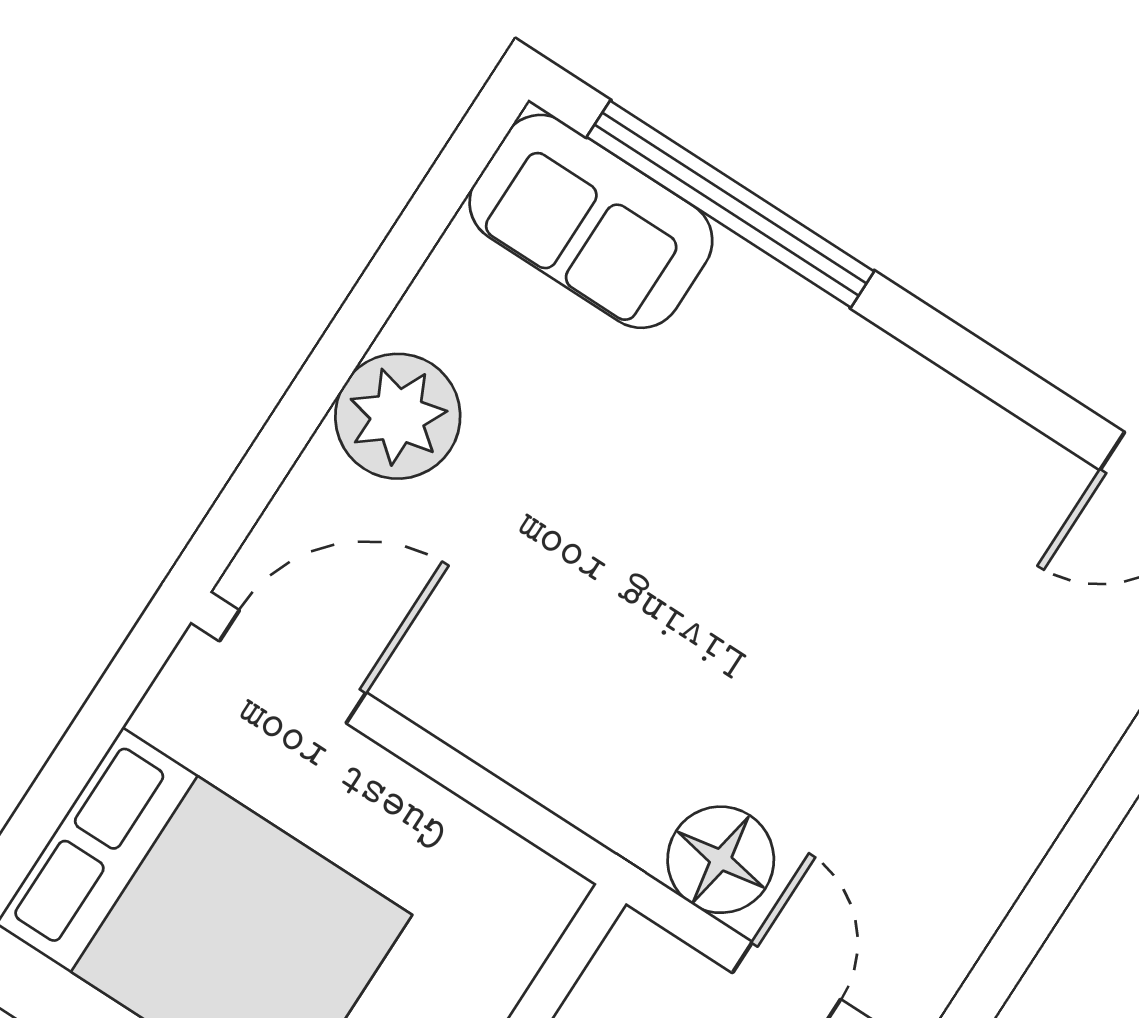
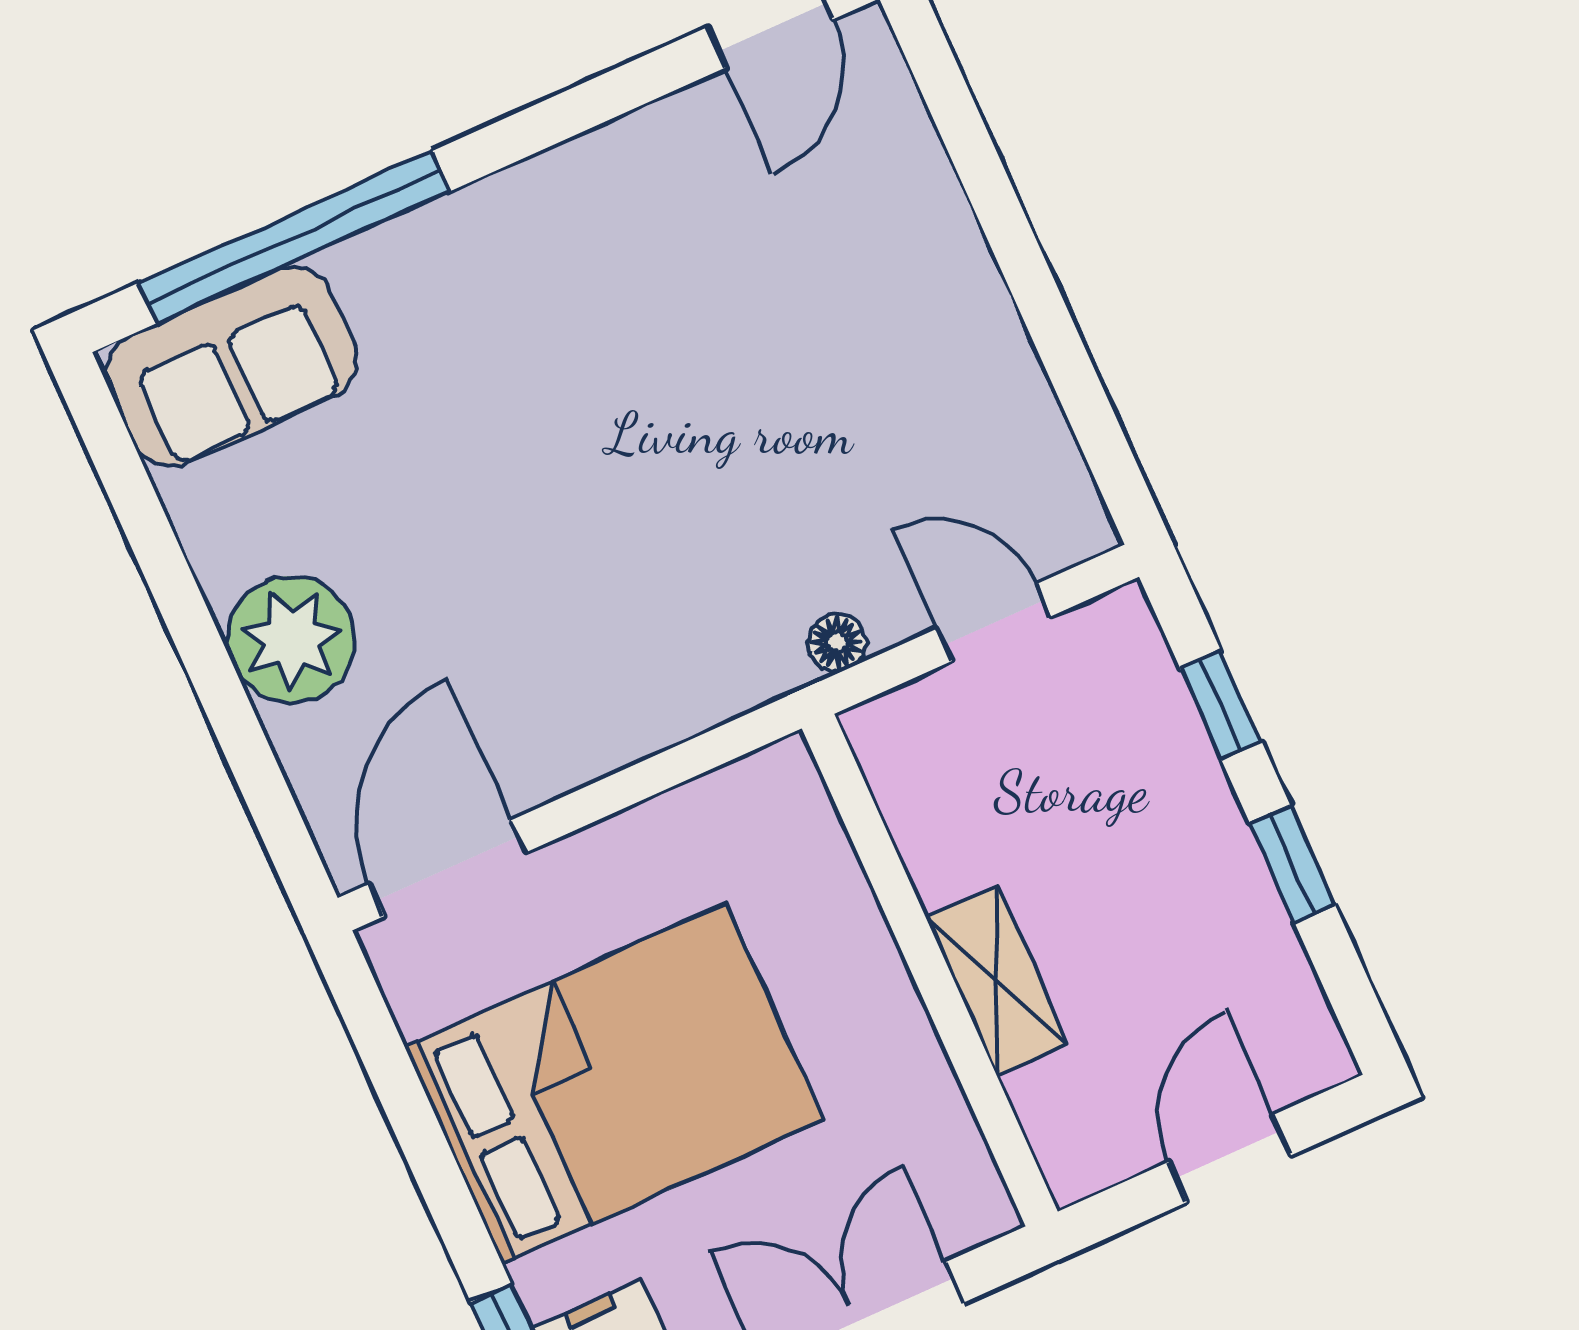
floor lamp: (721, 860) -> (837, 642), width x0.53, depth x0.53

